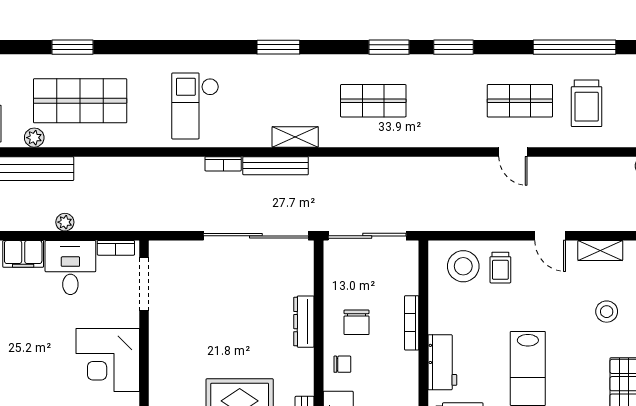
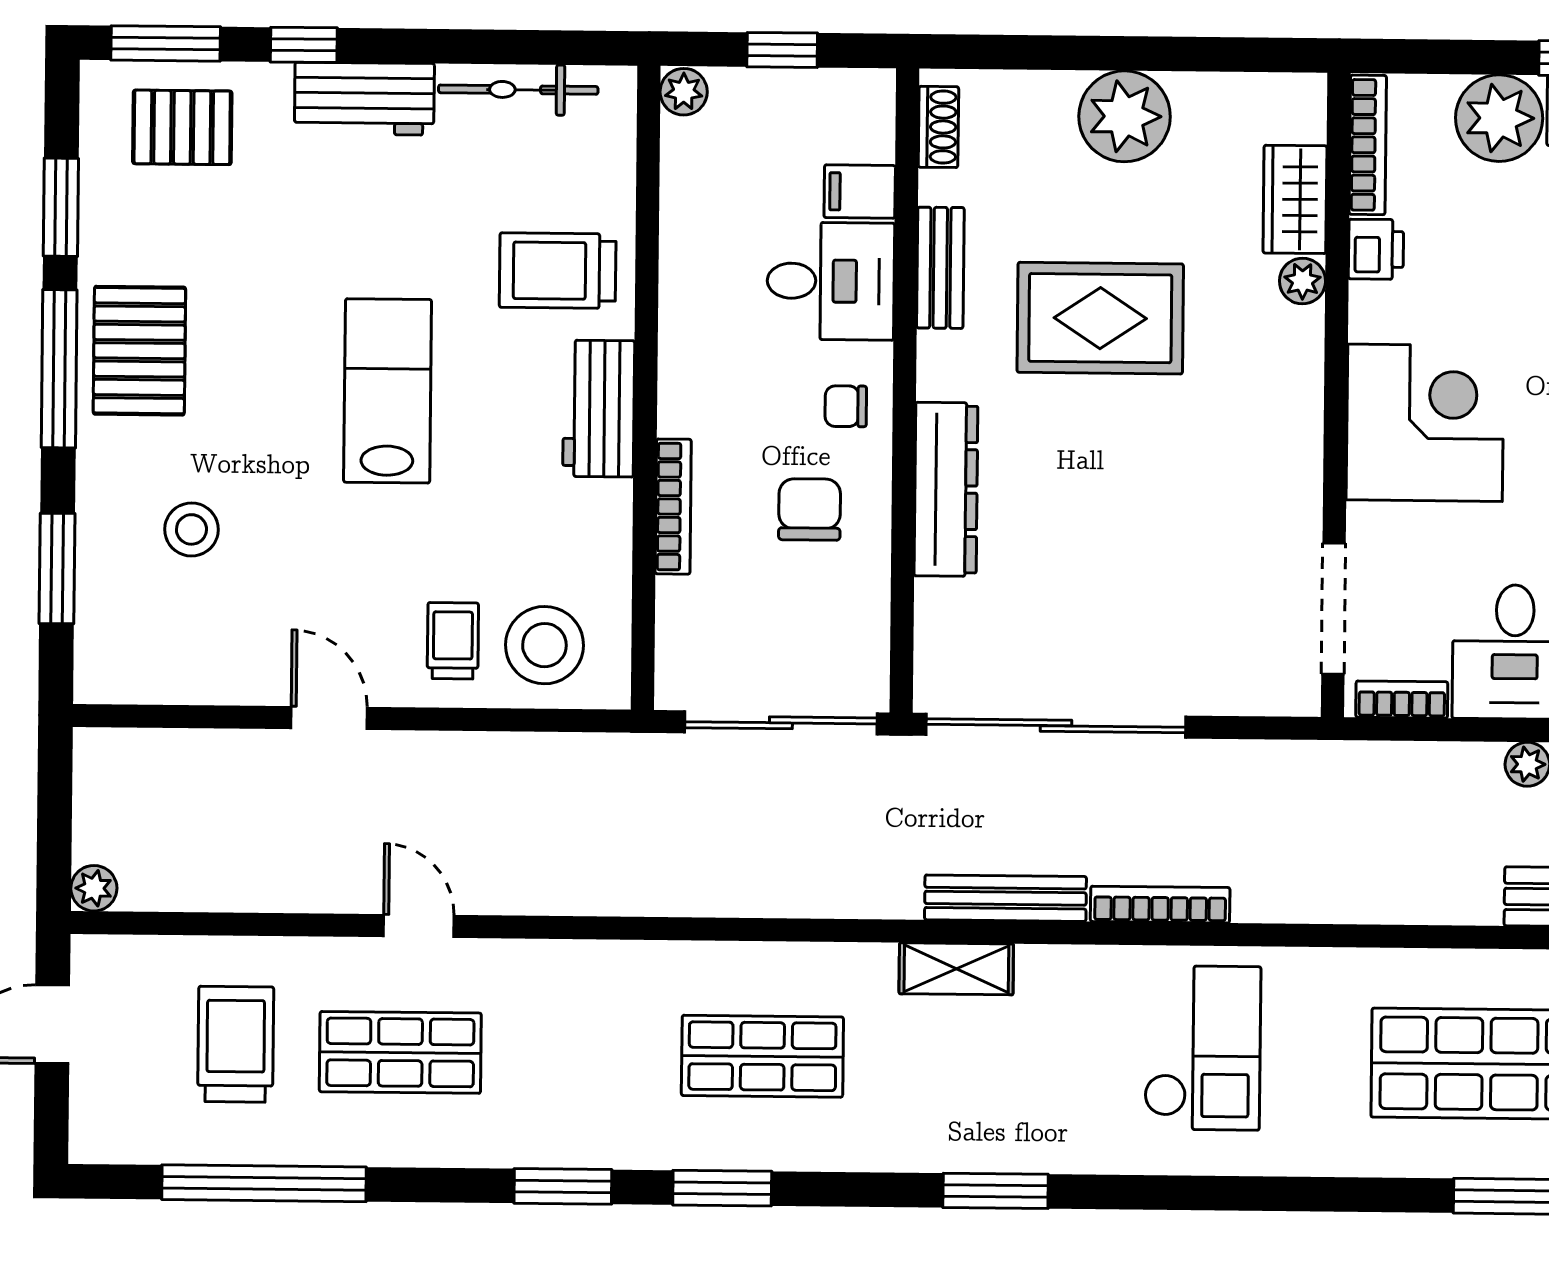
bookcase: (223, 164) -> (1160, 905), width x1.56
shelving: (600, 250) -> (206, 681), removed
dresser: (304, 322) -> (946, 489), width x1.37, depth x1.24

